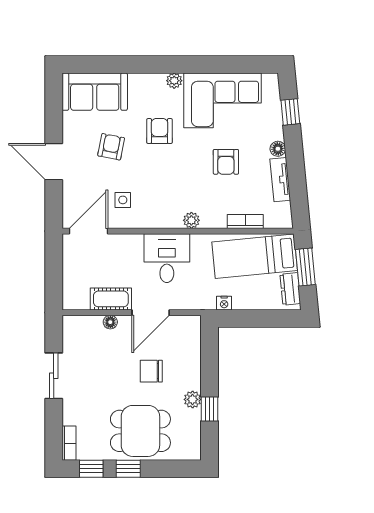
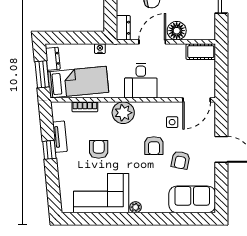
window: (290, 112) -> (49, 150), moved
armchair: (159, 131) -> (154, 146), moved
floor lamp: (278, 149) -> (62, 159), removed
plant: (191, 220) -> (123, 113), width x1.88, depth x1.88
cot: (111, 299) -> (201, 52), moved
floor lamp: (110, 322) -> (177, 31), width x1.89, depth x1.89
dresser: (191, 332) -> (123, 28), added

